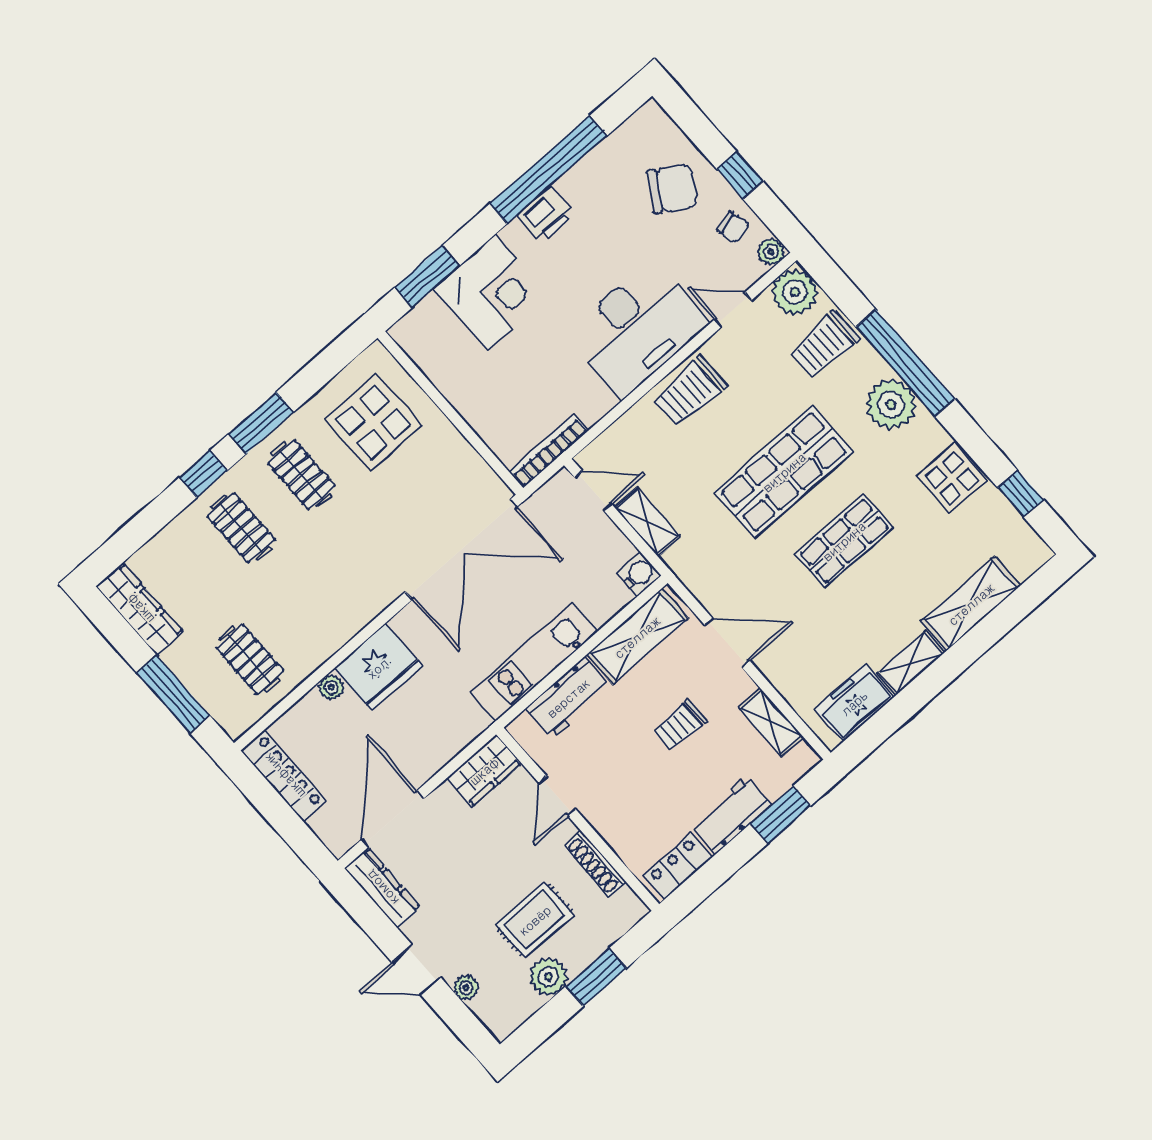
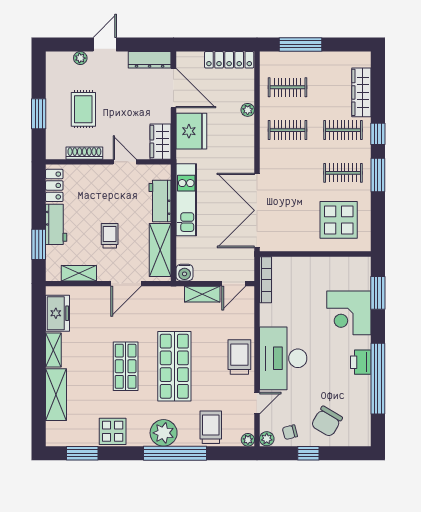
plant: (795, 292) -> (248, 440), width x0.53, depth x0.53
window: (1021, 494) -> (82, 453), width x1.50
clothes rail: (310, 606) -> (287, 130), added
wardrobe: (140, 609) -> (361, 92), moved, turned 90
fridge: (379, 667) -> (191, 131), moved, turned 180
plant: (548, 977) -> (56, 95), removed

